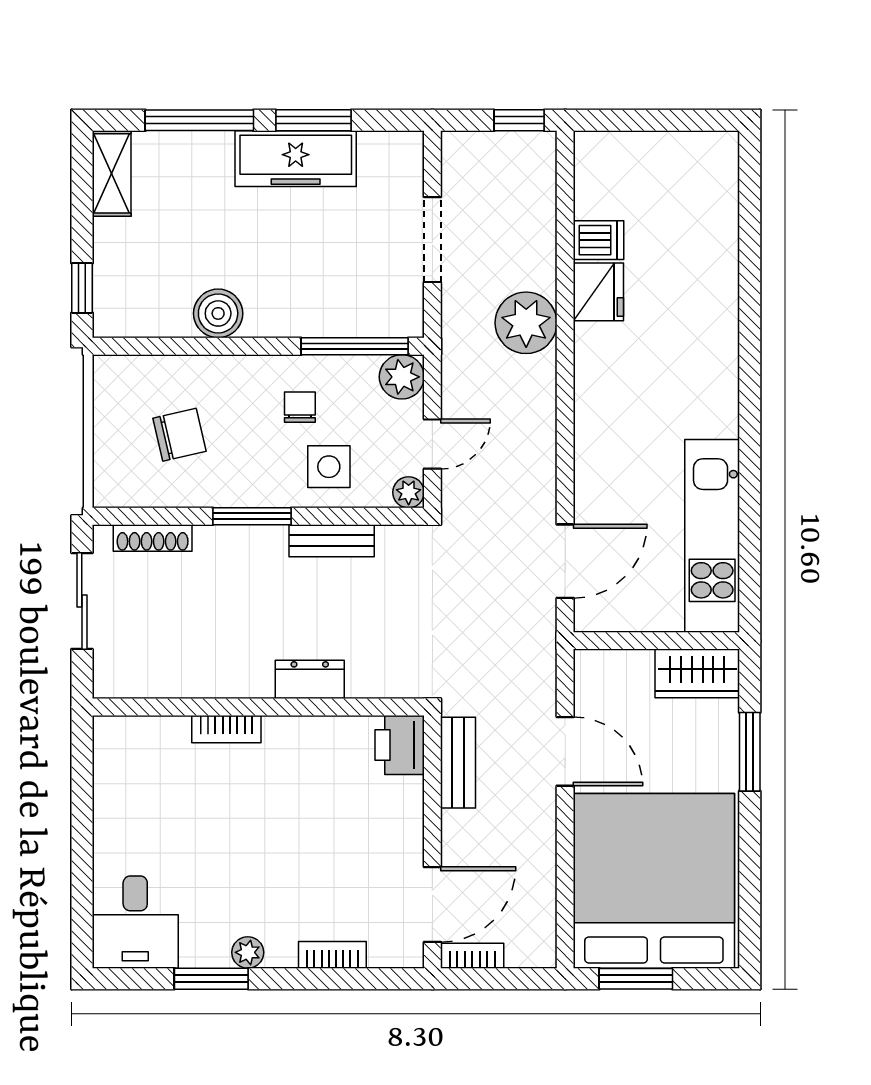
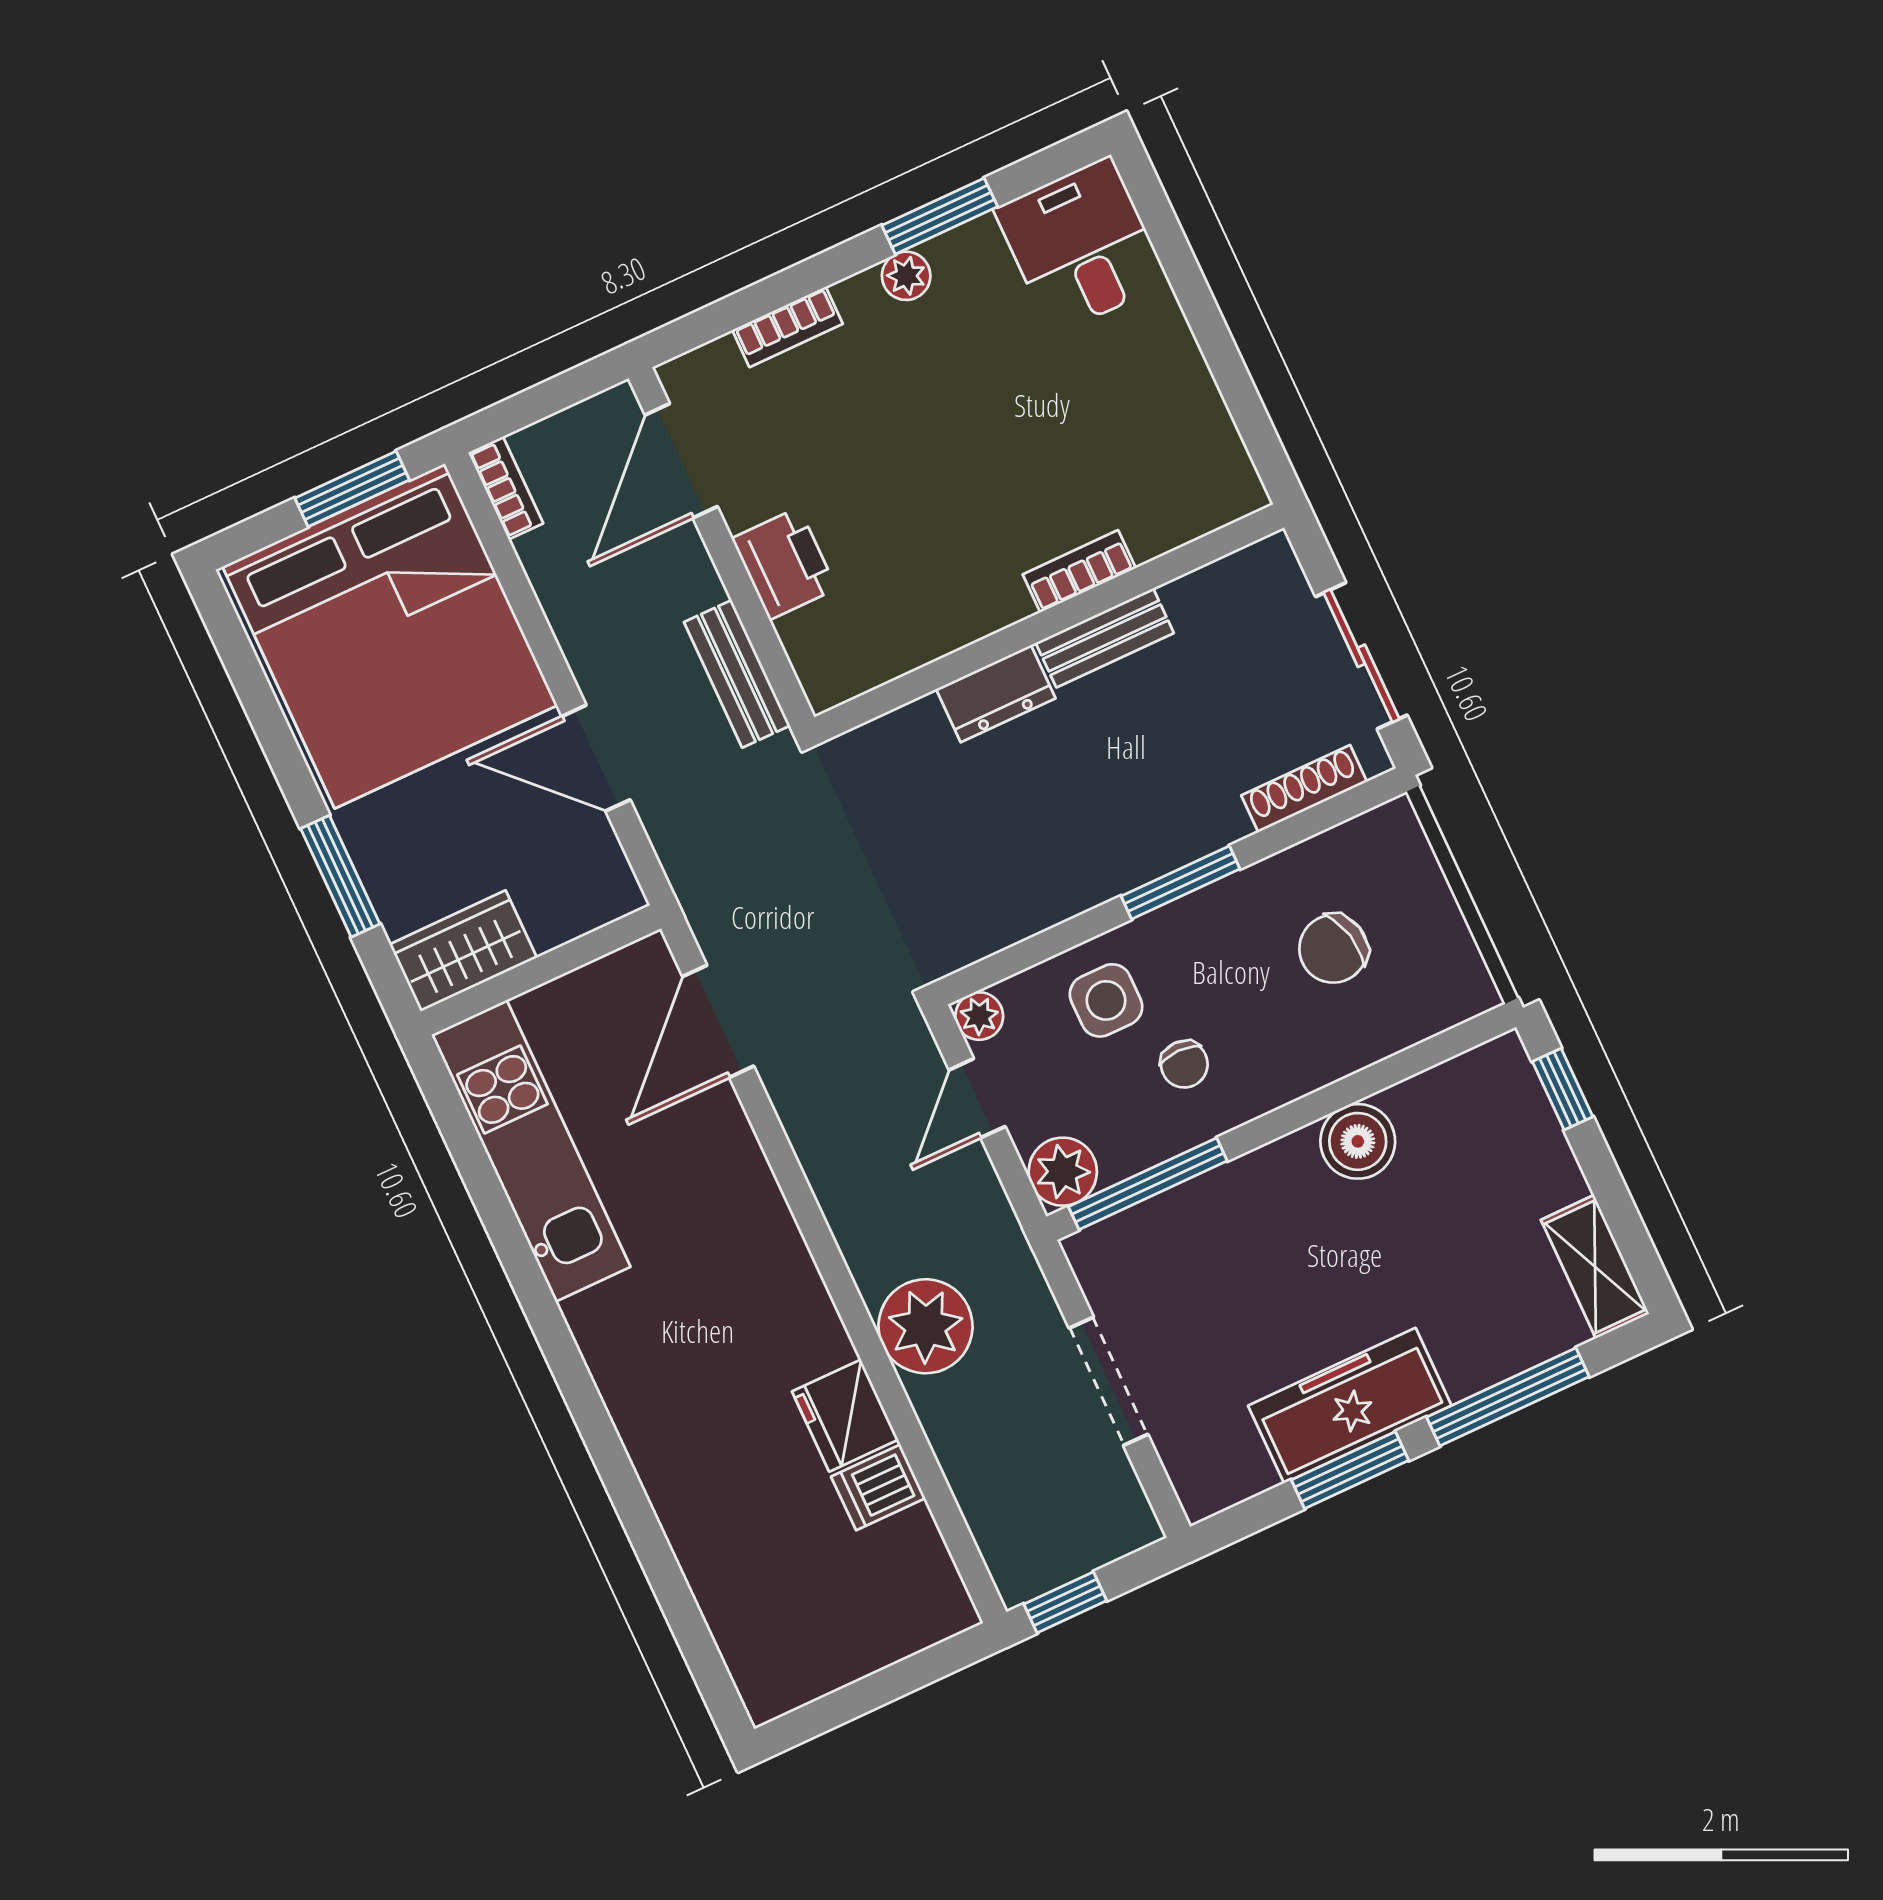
bench: (332, 541) -> (1105, 638), moved
printer: (400, 745) -> (784, 564), moved
bookcase: (472, 956) -> (506, 488), moved, turned -90

